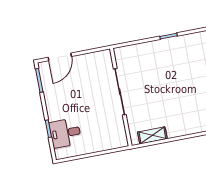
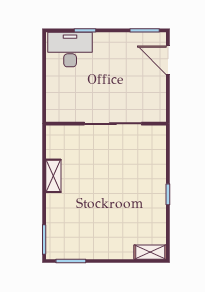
desk: (65, 133) -> (70, 50), width x1.37
shelving: (152, 135) -> (53, 176), moved

